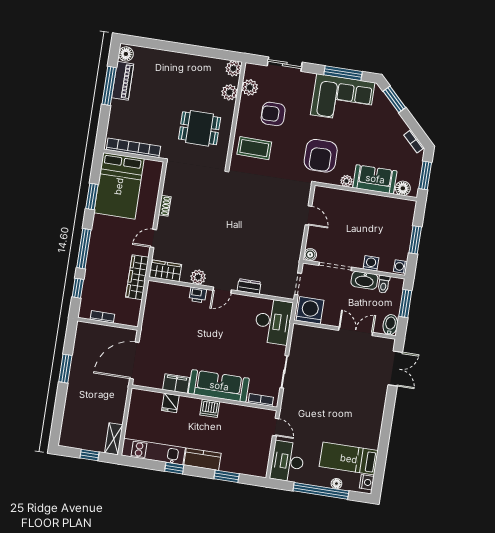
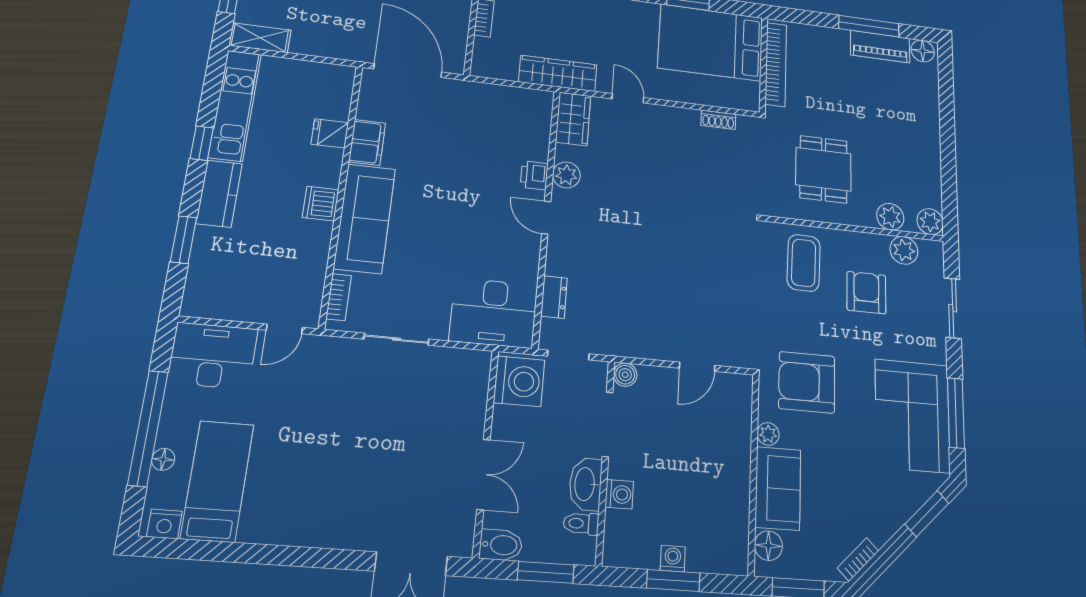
shoe rack: (165, 206) -> (718, 120), moved
washing machine: (400, 267) -> (673, 559), moved
dresser: (249, 286) -> (554, 297), moved

